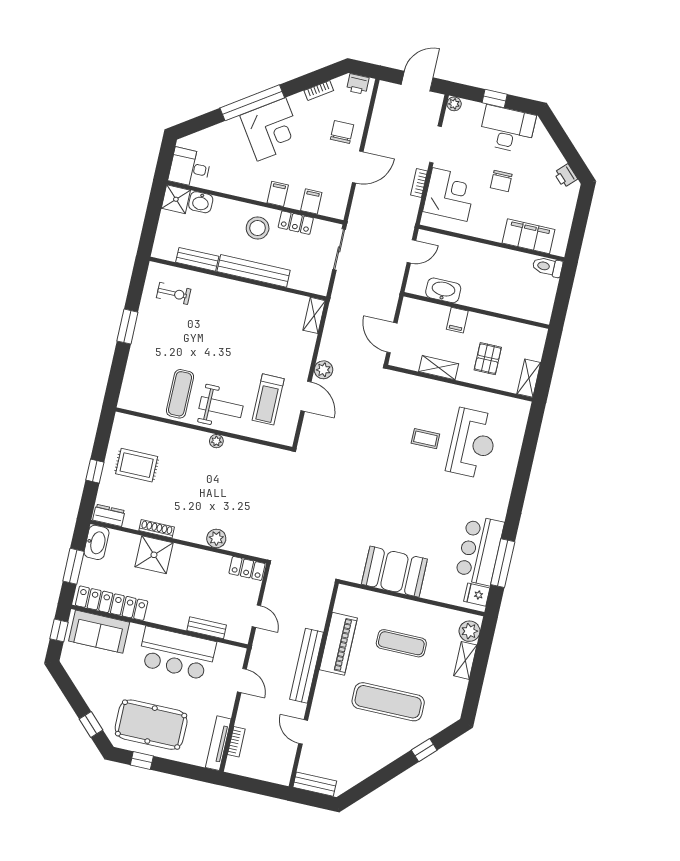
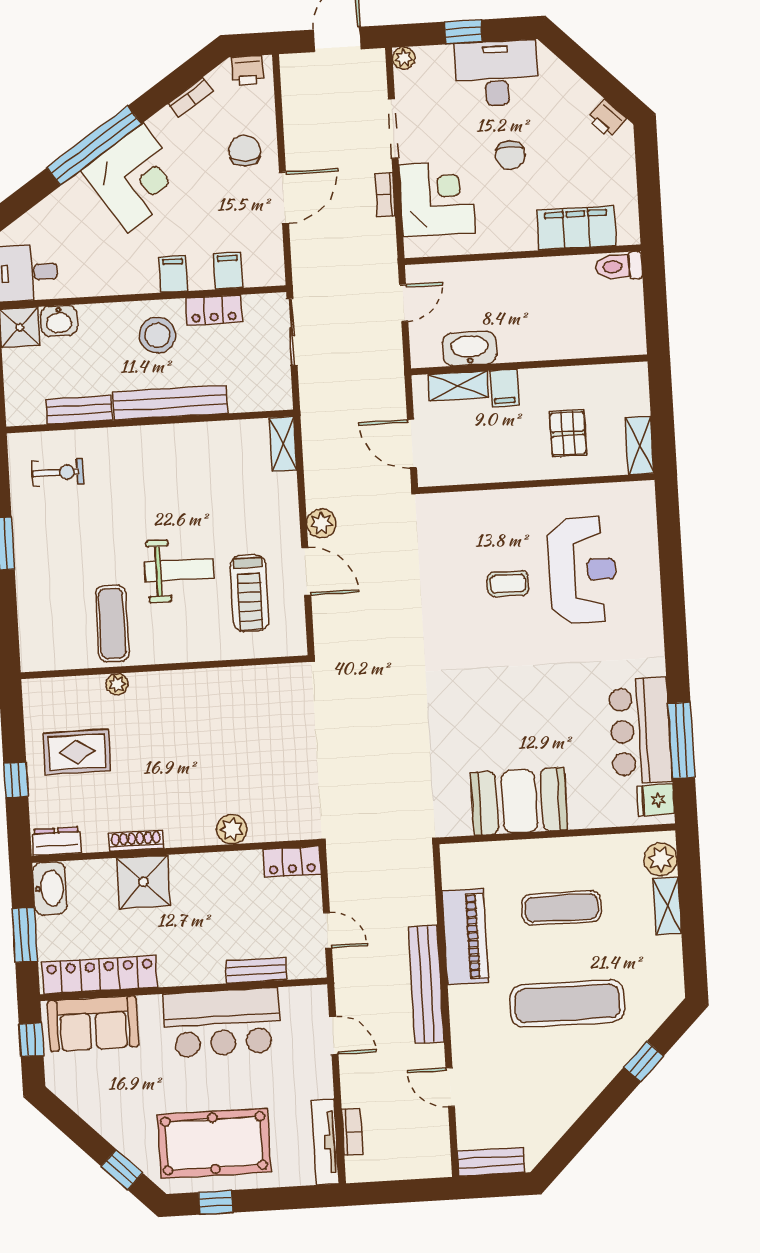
shelving: (439, 368) -> (458, 386), moved
weight bench: (221, 407) -> (179, 570), moved
plant: (216, 441) -> (117, 684), moved

